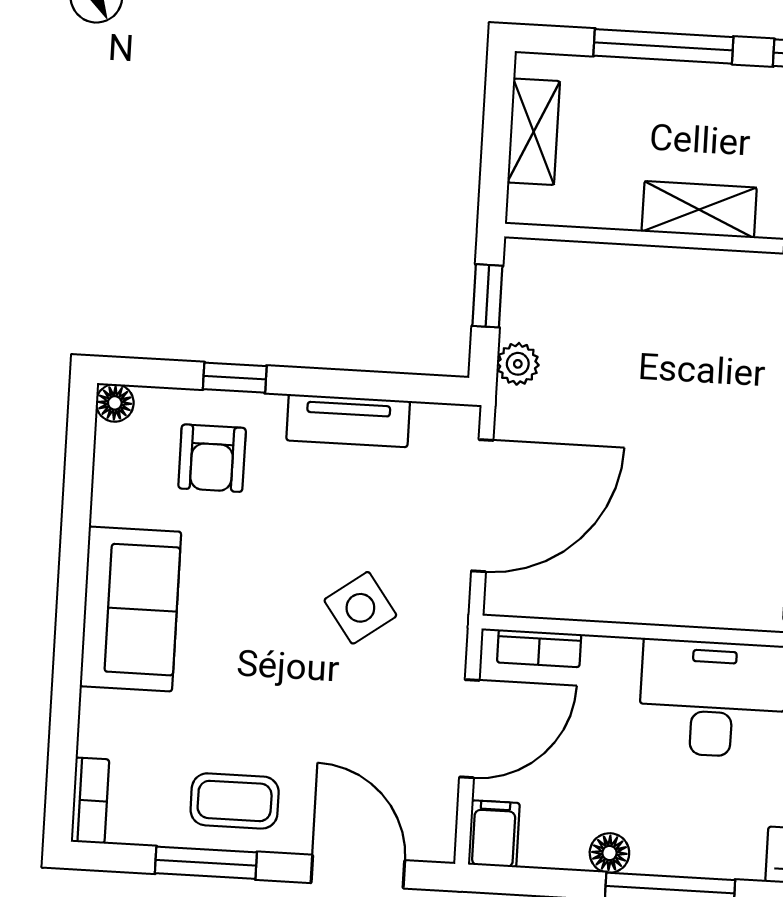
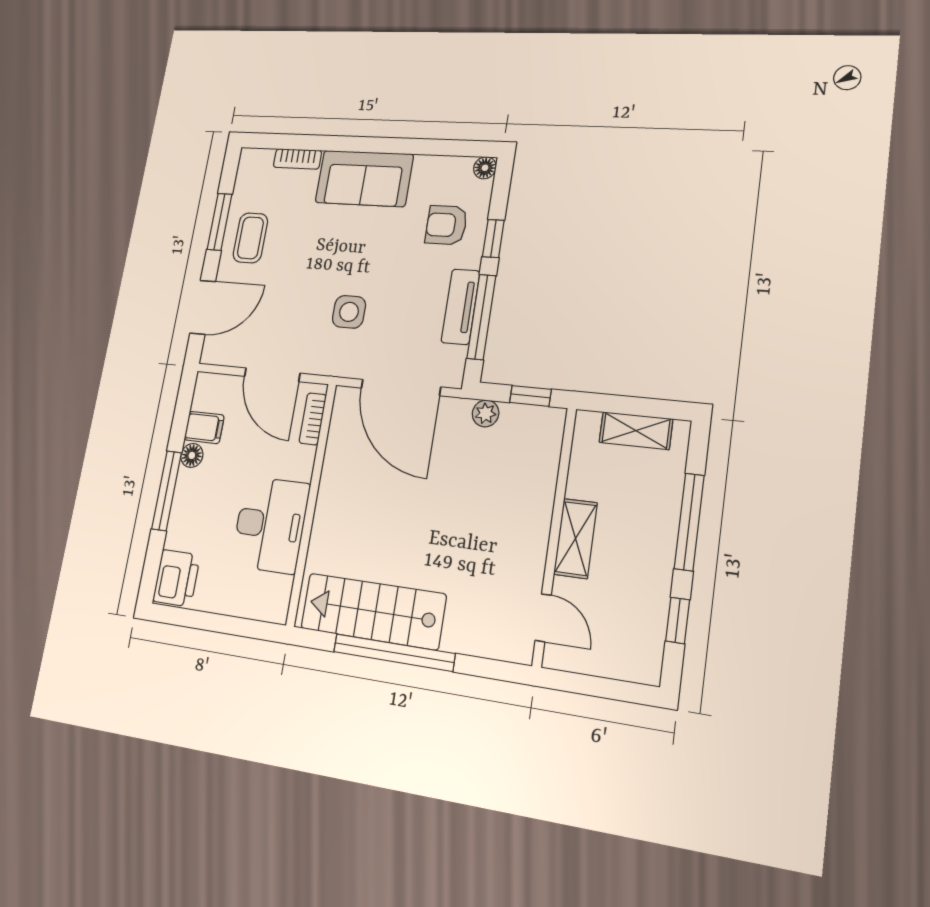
window: (364, 385) -> (481, 317), added
side table: (360, 608) -> (349, 312), turned 36
bookcase: (90, 801) -> (297, 159), moved
filing cabinet: (494, 834) -> (204, 427), moved

